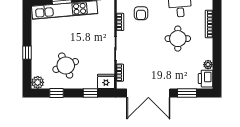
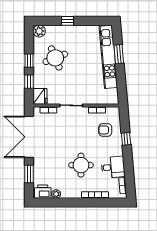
window: (57, 93) -> (29, 61), moved

